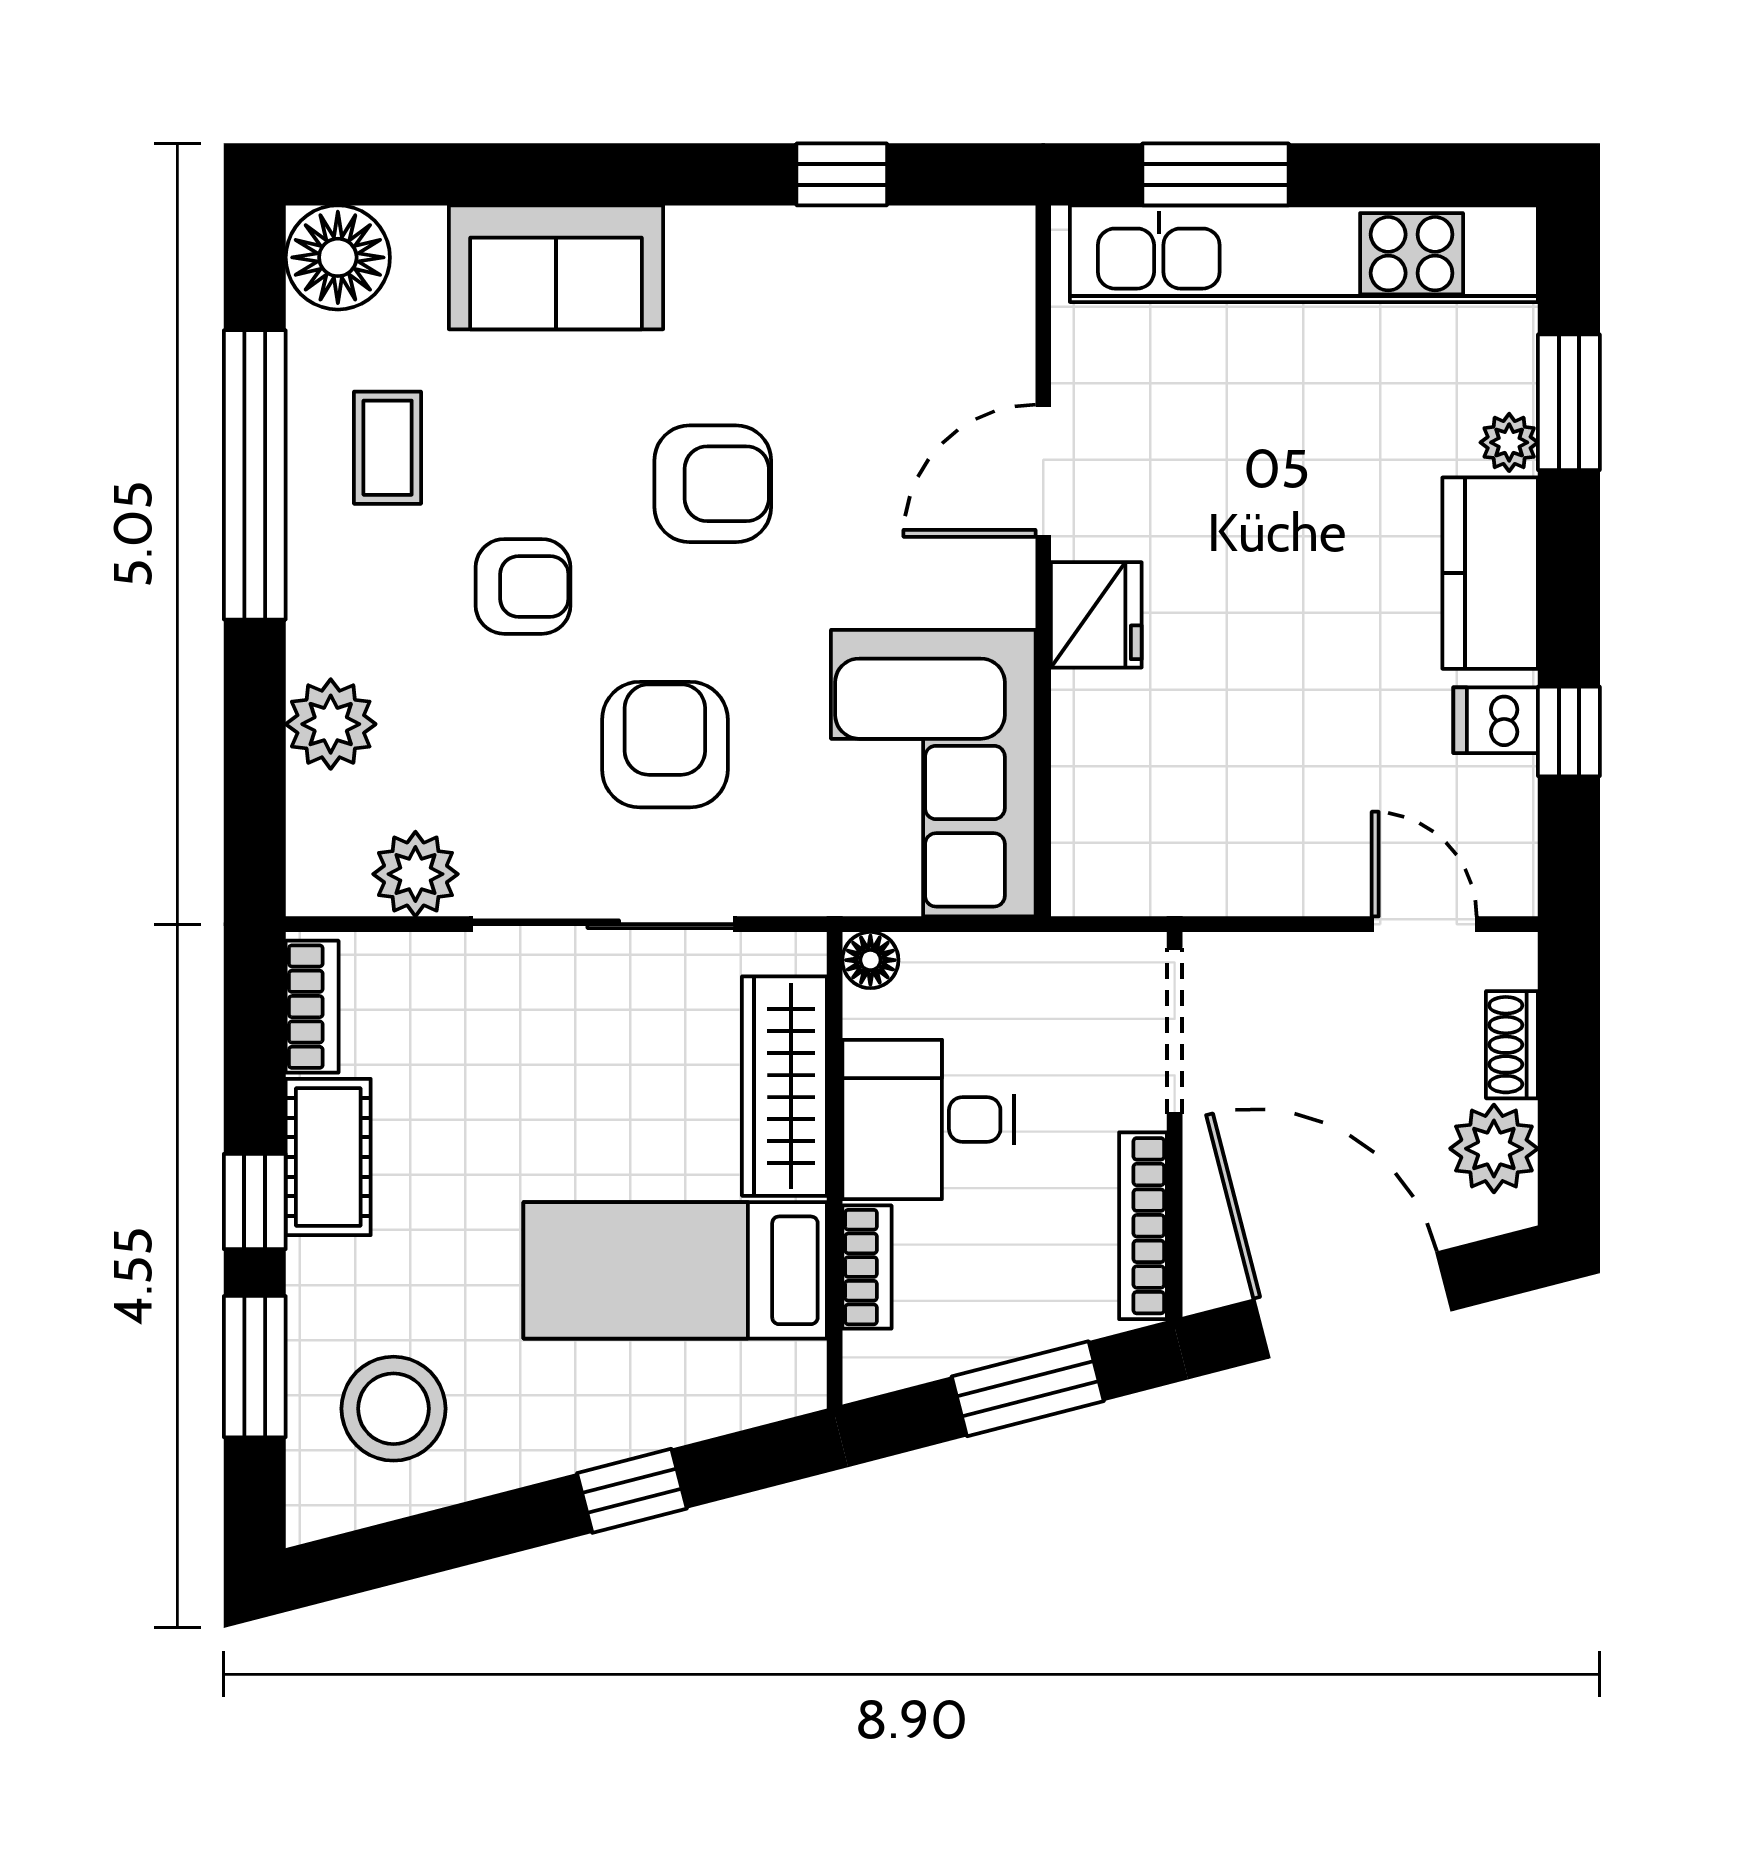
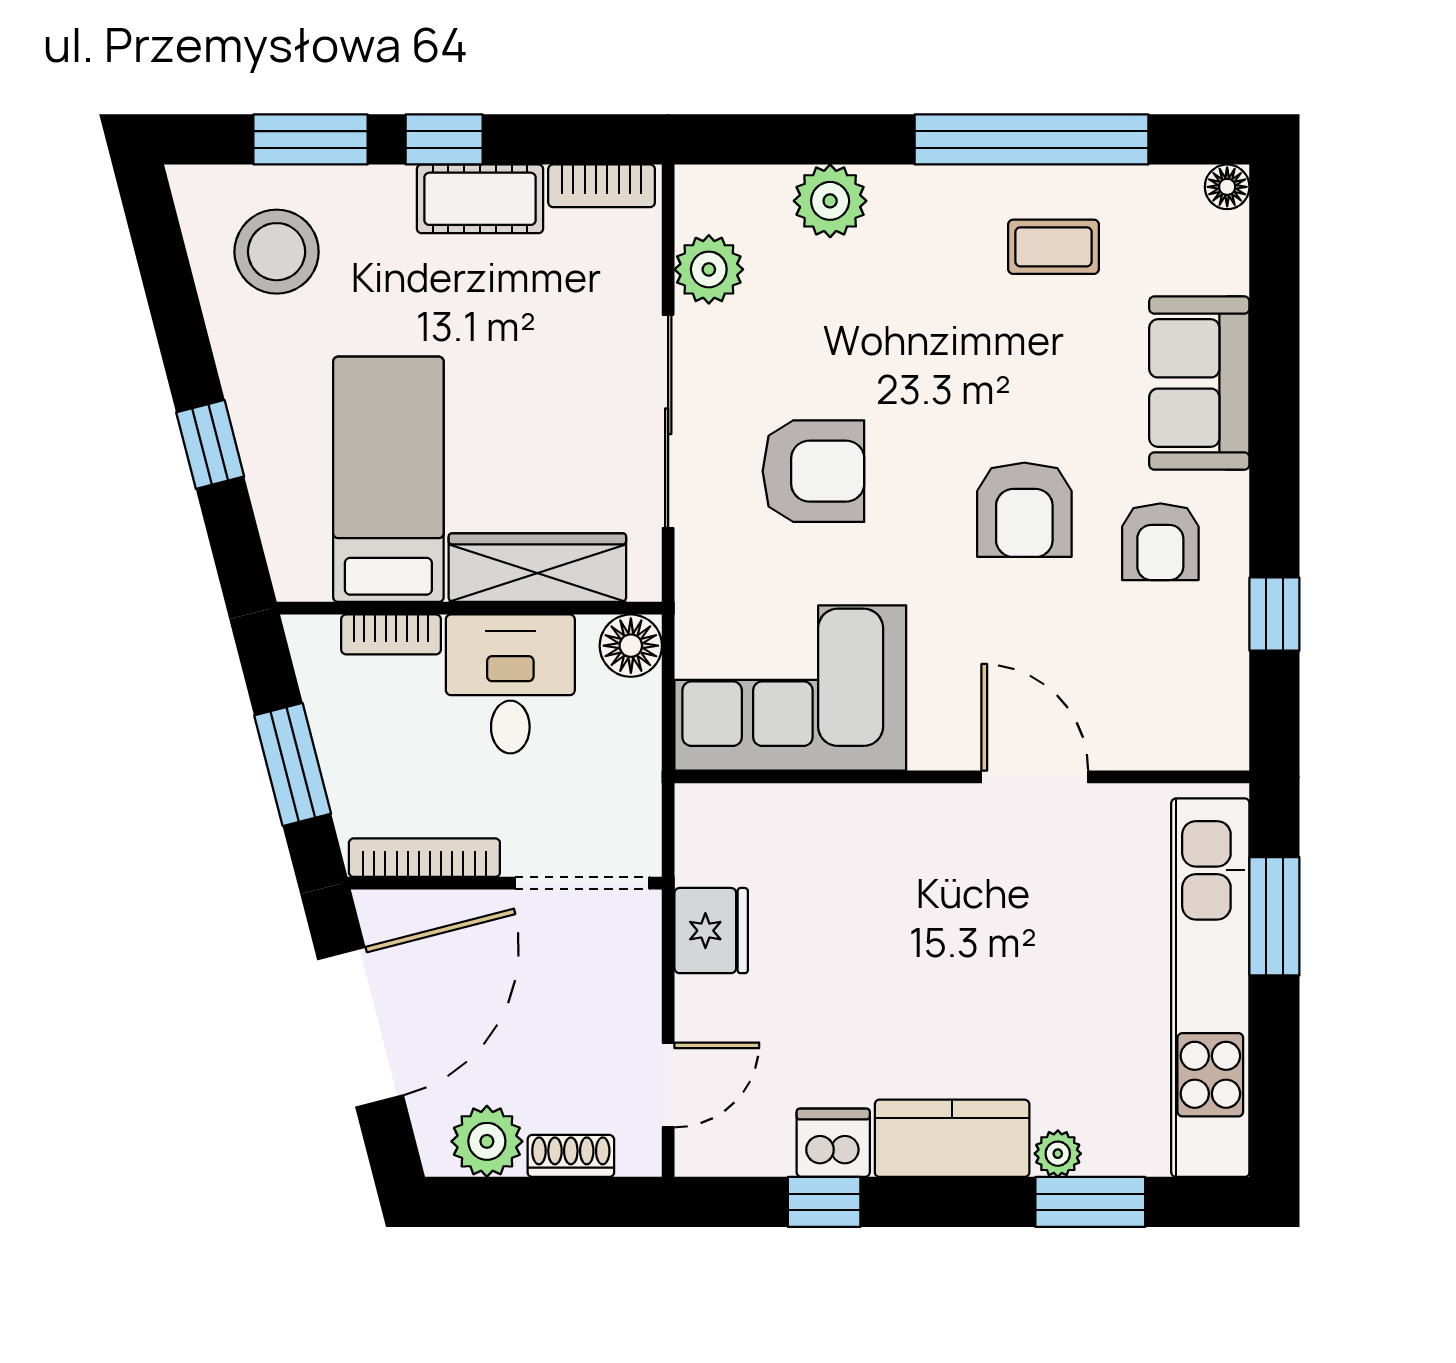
floor lamp: (338, 257) -> (1227, 187), width x0.53, depth x0.53
armchair: (523, 586) -> (1160, 542), moved
fridge: (1096, 615) -> (711, 931), moved, turned -90
dishwasher: (1496, 720) -> (833, 1143), width x1.38
floor lamp: (870, 960) -> (631, 646), width x1.37, depth x1.37

